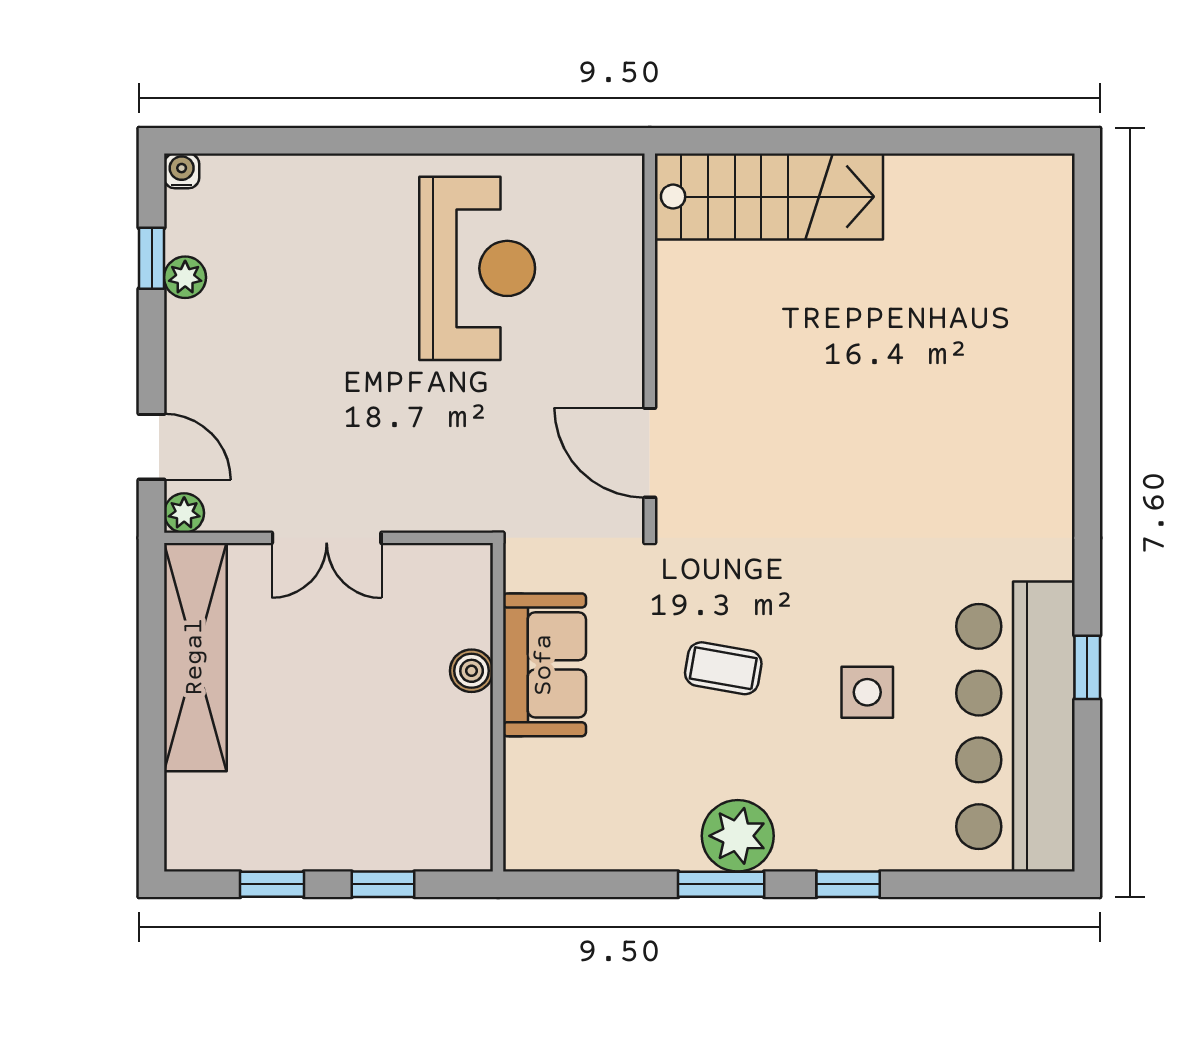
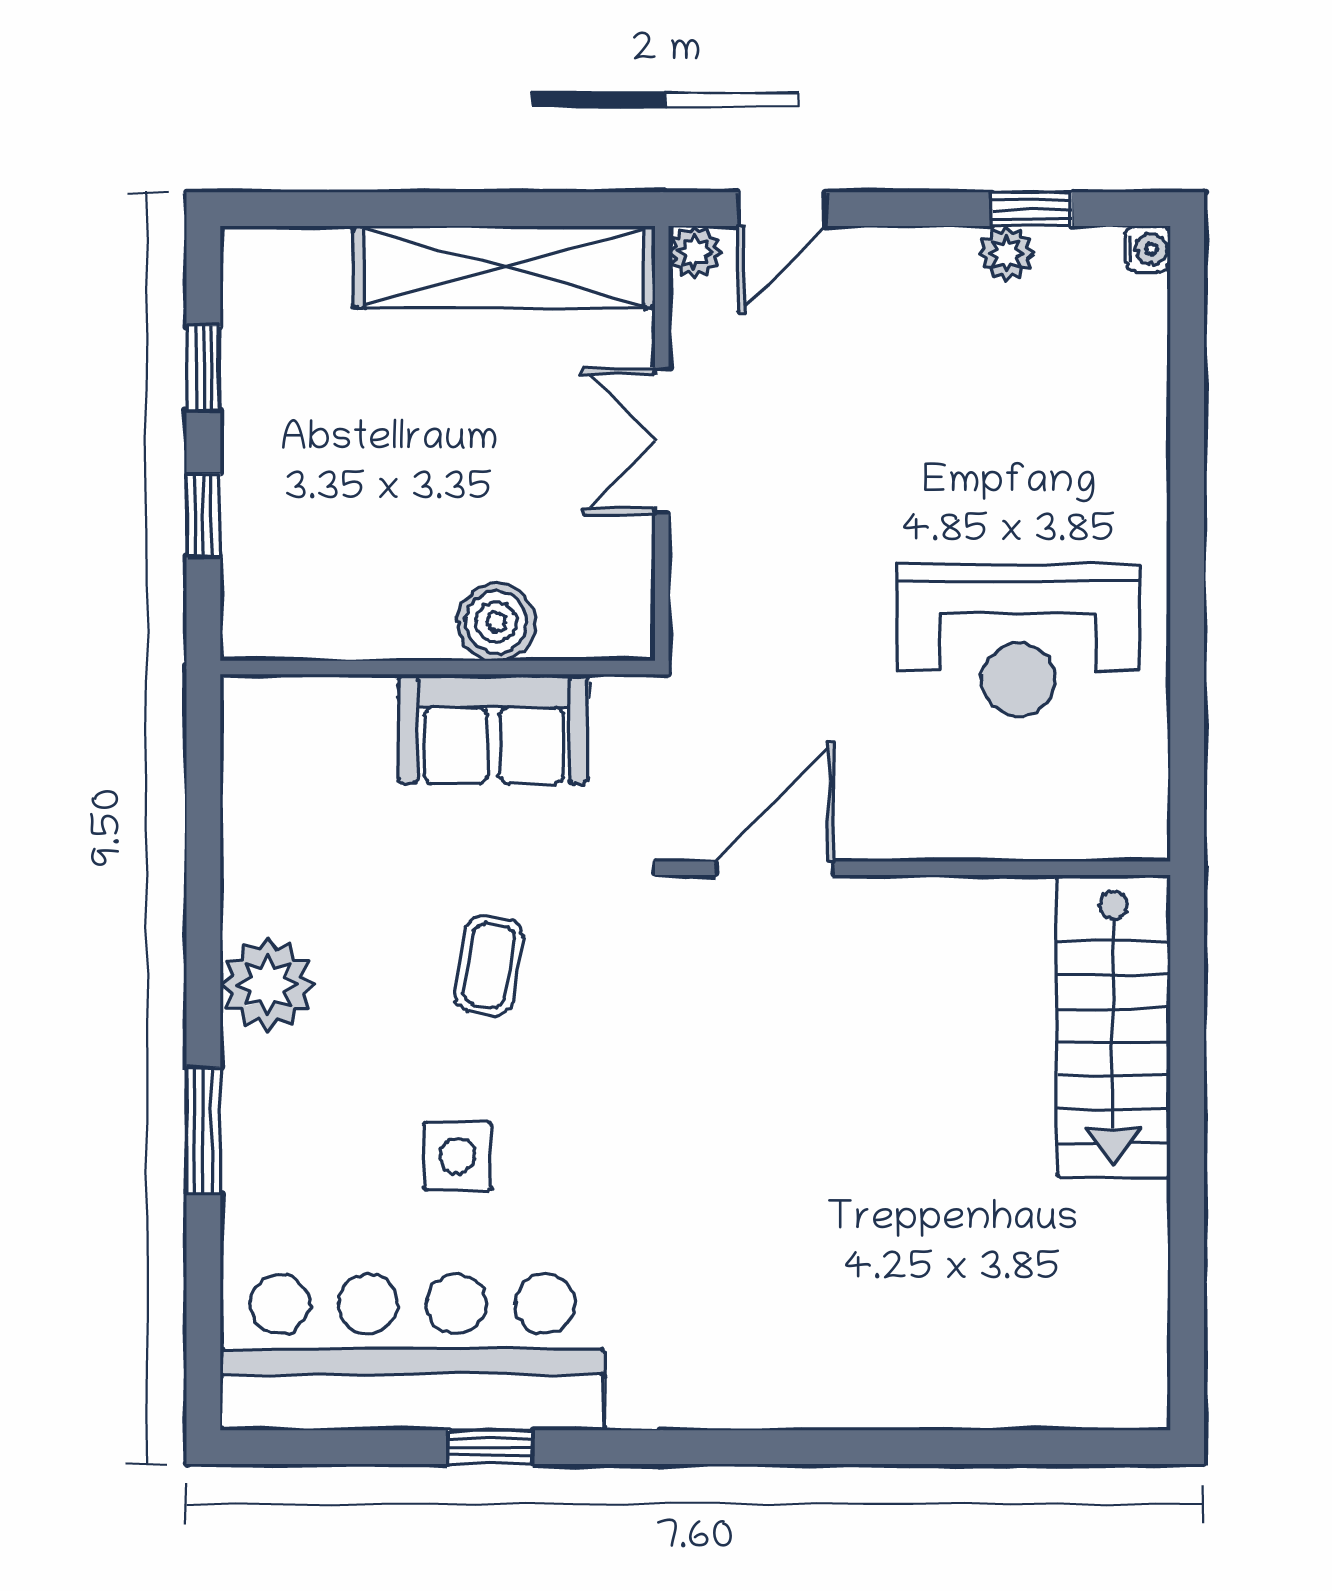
boiler: (472, 671) -> (496, 622), width x1.36, depth x1.36
window: (721, 884) -> (203, 963), removed
window: (848, 884) -> (203, 1131), width x1.50

